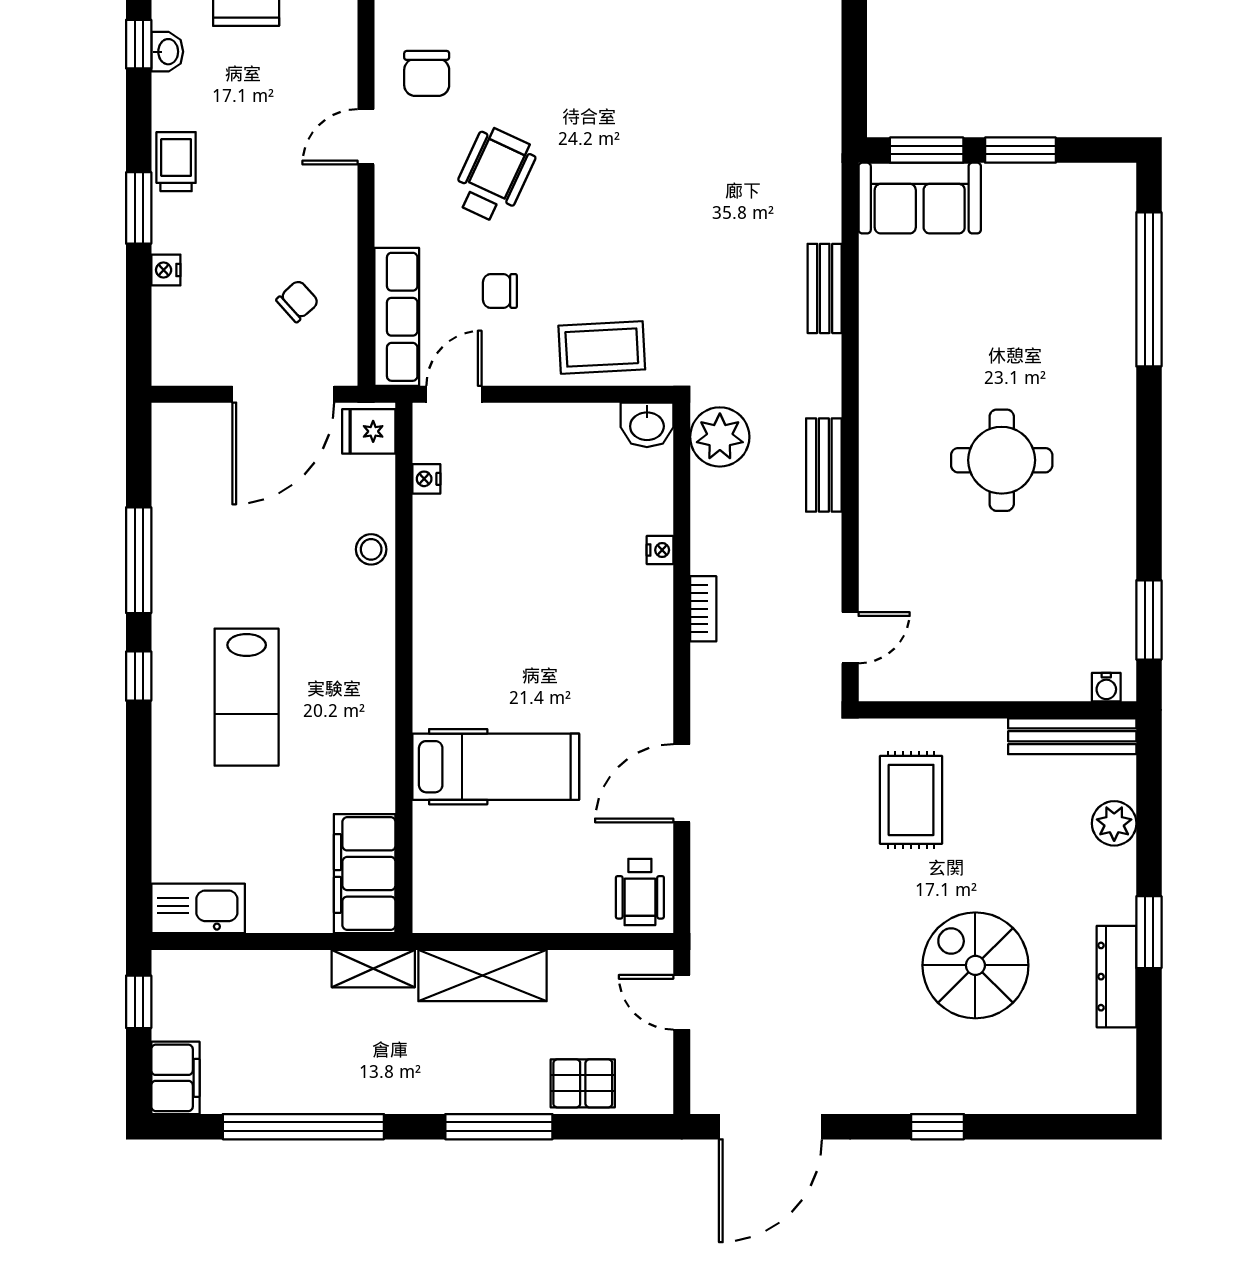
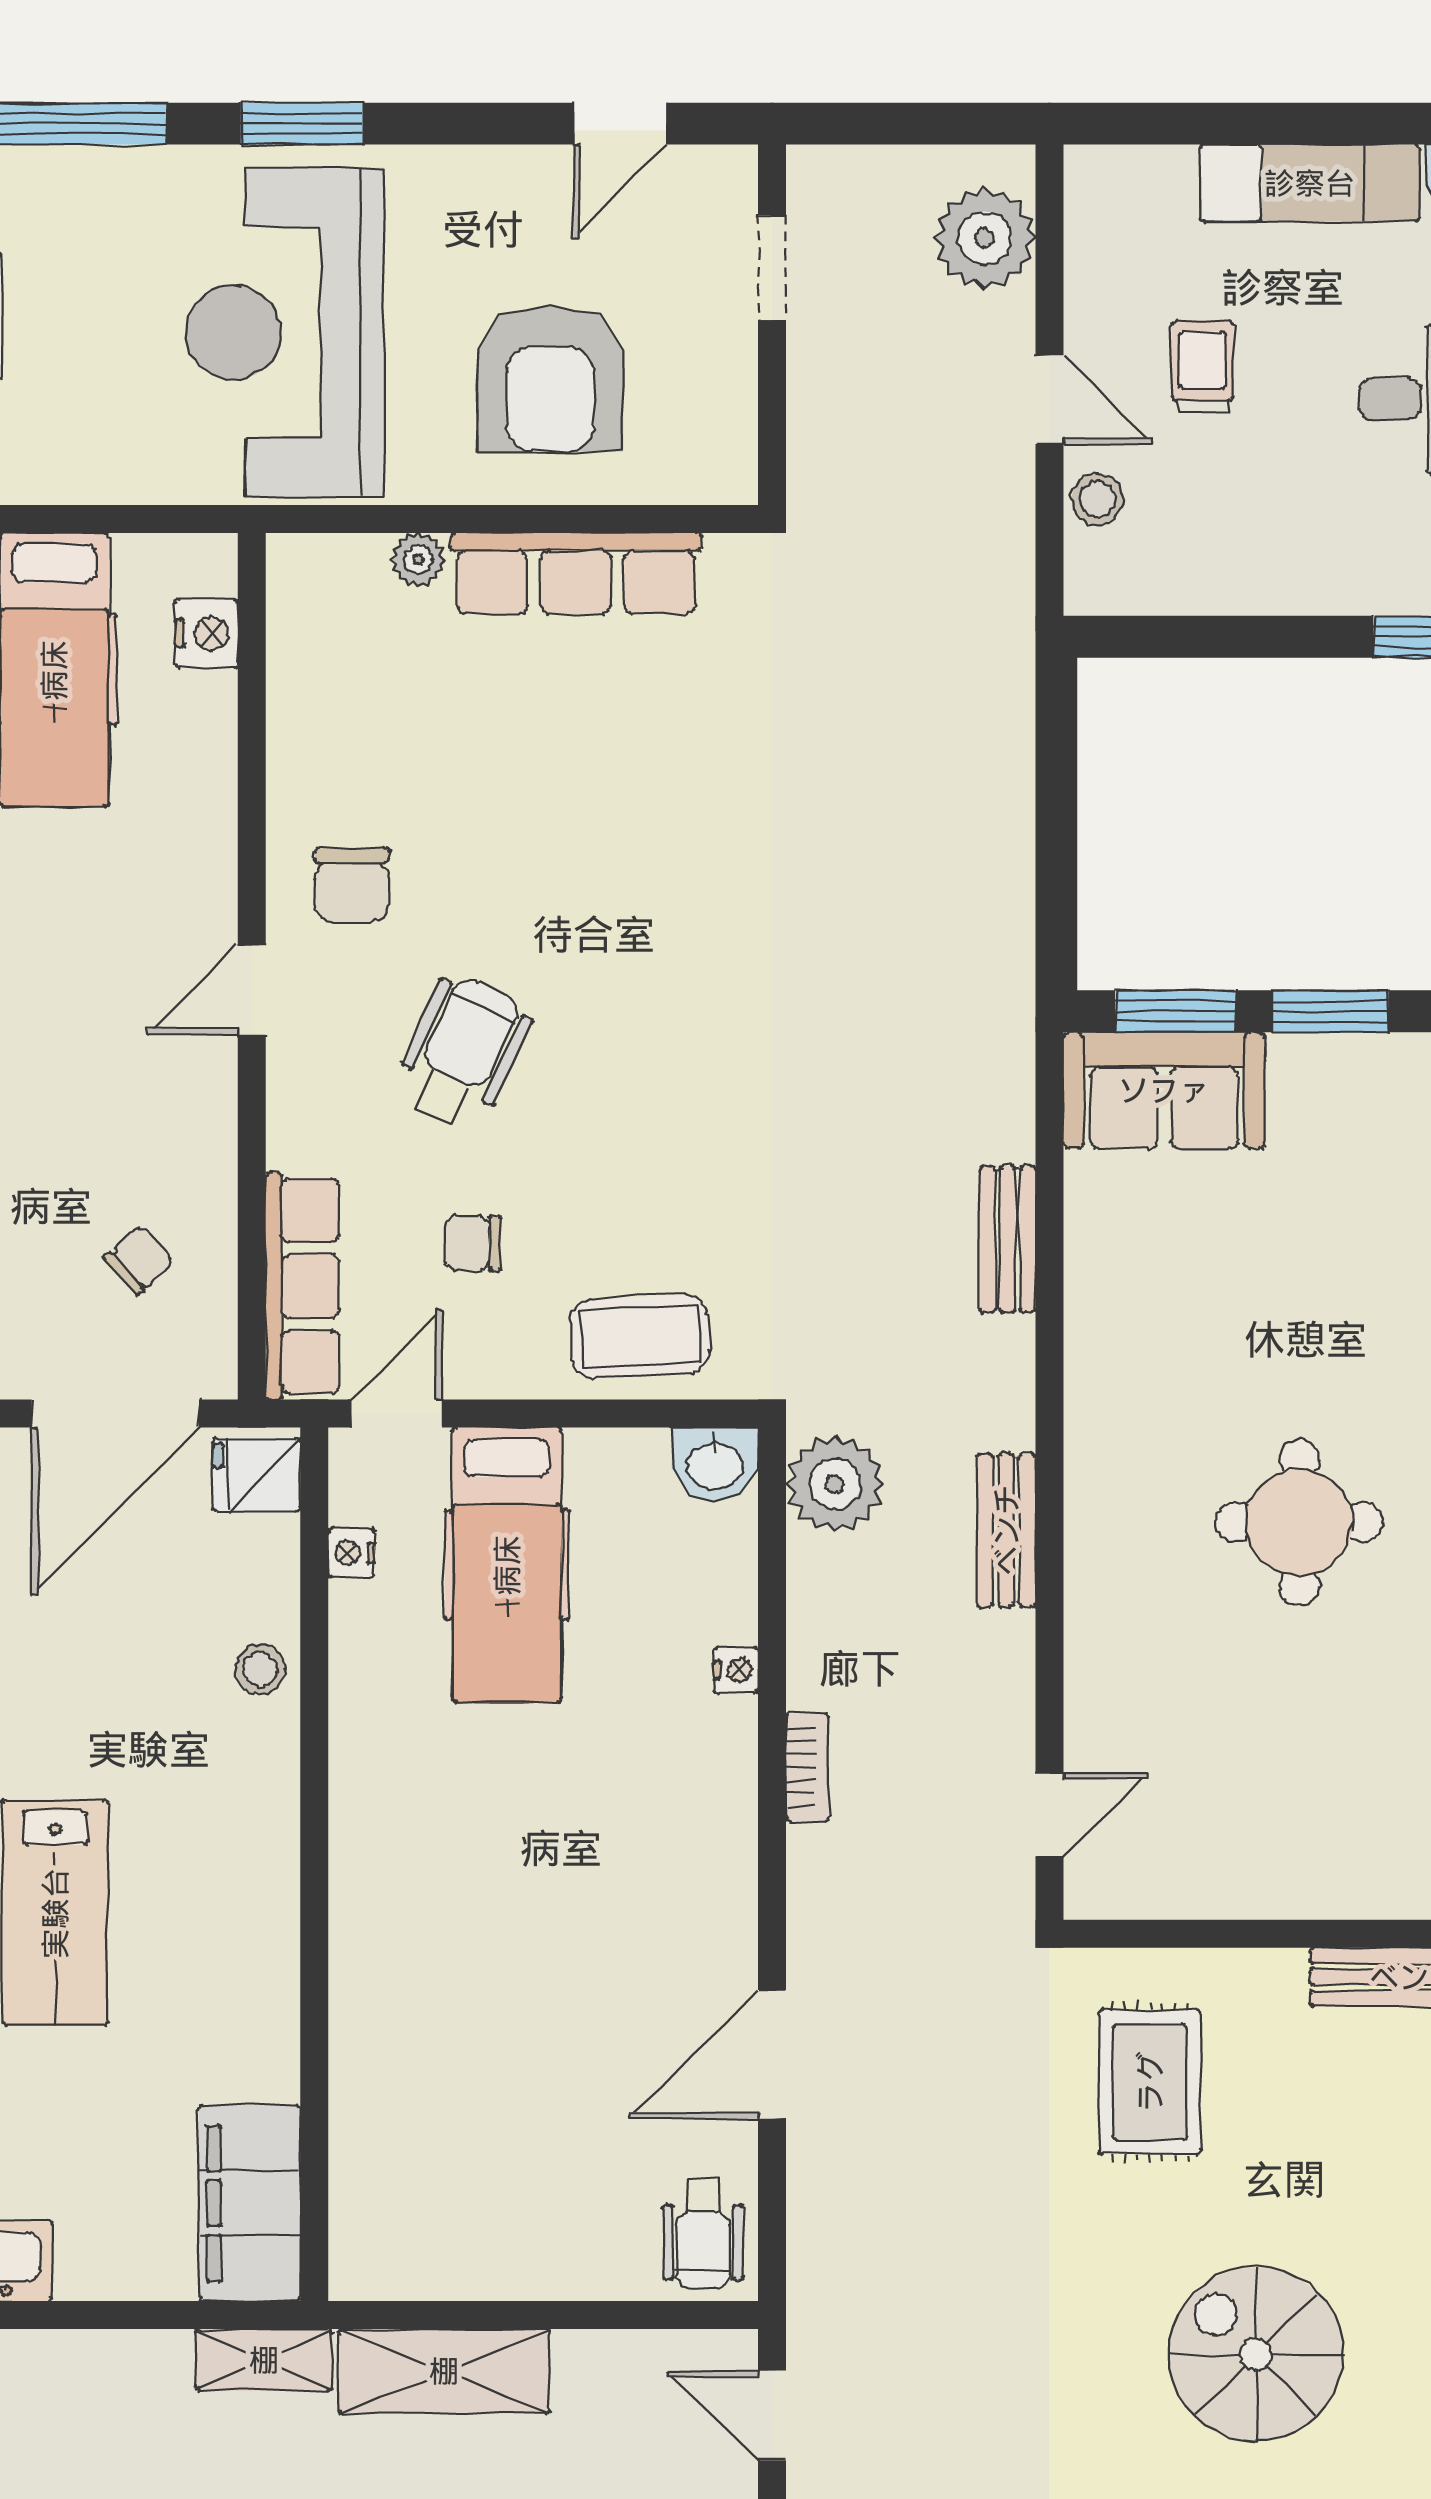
hospital bed: (496, 767) -> (507, 1565), moved, turned 90

